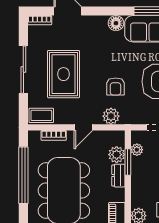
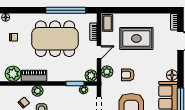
sliding door: (23, 70) -> (140, 10), removed
door: (83, 127) -> (99, 52), swing flipped
plant: (117, 155) -> (91, 76), moved
dresser: (118, 176) -> (65, 77), removed

